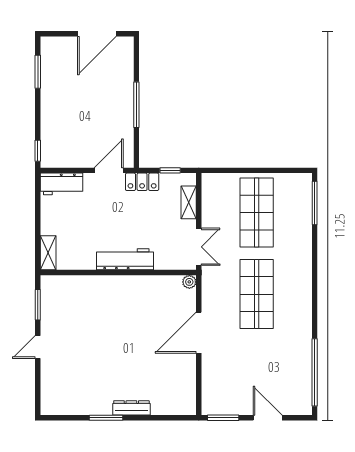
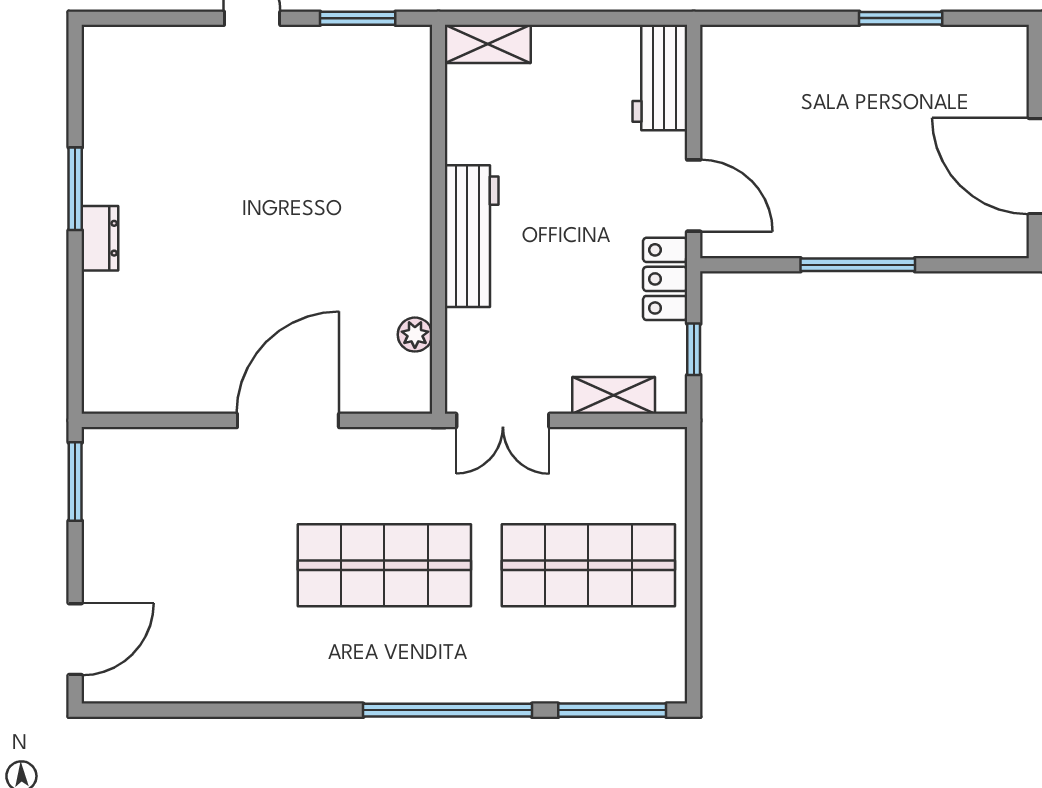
window: (38, 72) -> (901, 18), moved
window: (38, 151) -> (743, 18), removed
plant: (189, 282) -> (415, 335), moved
door: (199, 333) -> (288, 420), hinge flipped
window: (315, 372) -> (448, 710), moved
dresser: (131, 408) -> (100, 238), width x0.70
door: (268, 418) -> (75, 639), moved

